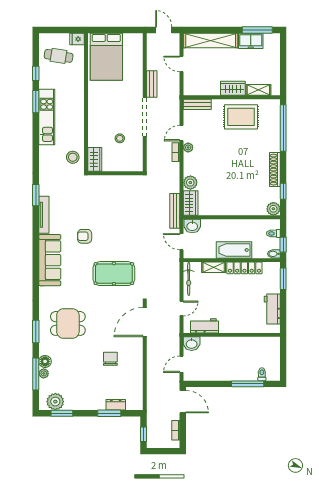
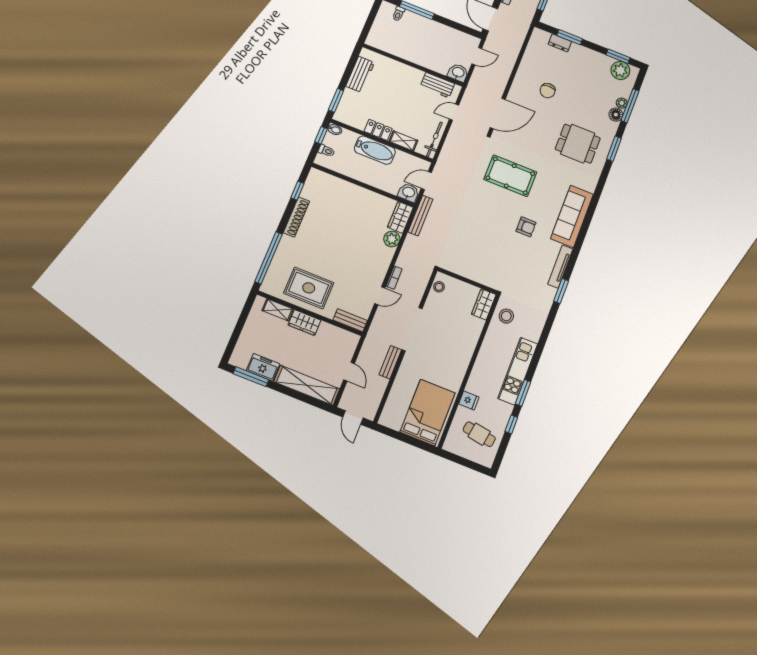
fridge: (77, 39) -> (469, 400), moved
stool: (120, 138) -> (439, 287), moved
plant: (188, 147) -> (379, 277), removed
plant: (273, 209) -> (315, 176), removed
door: (182, 242) -> (426, 181), swing flipped
locker: (244, 268) -> (378, 130), width x0.66

